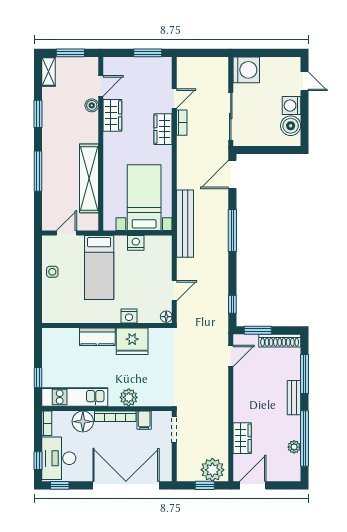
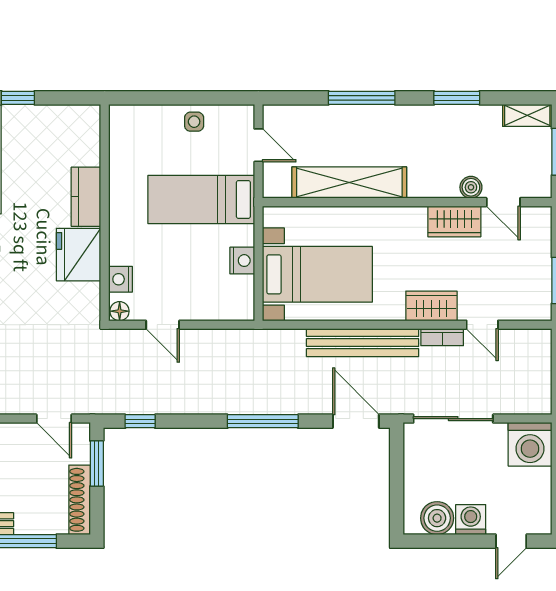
bench: (185, 224) -> (363, 343), moved
nightstand: (129, 316) -> (120, 279), moved

